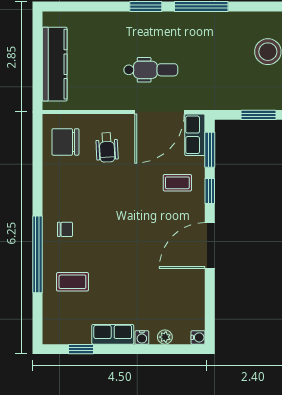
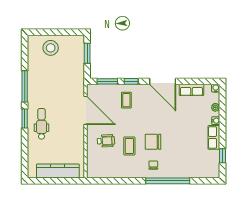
dental chair: (151, 70) -> (42, 124), moved
row of seats: (195, 135) -> (191, 90), moved
chair: (65, 142) -> (153, 142), moved, turned 90
coffee table: (72, 282) -> (129, 146), moved

